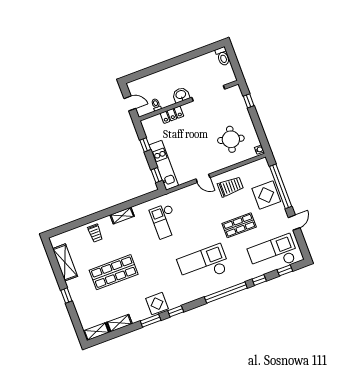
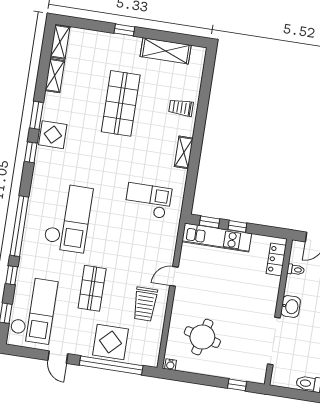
locker: (172, 115) -> (276, 259), moved
window: (145, 145) -> (237, 226), moved

